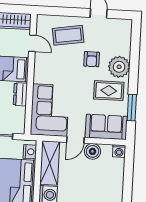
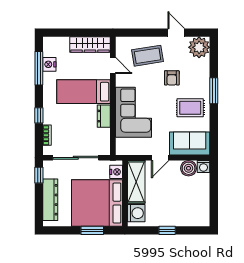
plant: (119, 67) -> (199, 47), moved
window: (132, 108) -> (214, 91), moved
corner sofa: (50, 110) -> (133, 112), moved
boiler: (93, 151) -> (189, 168), moved

